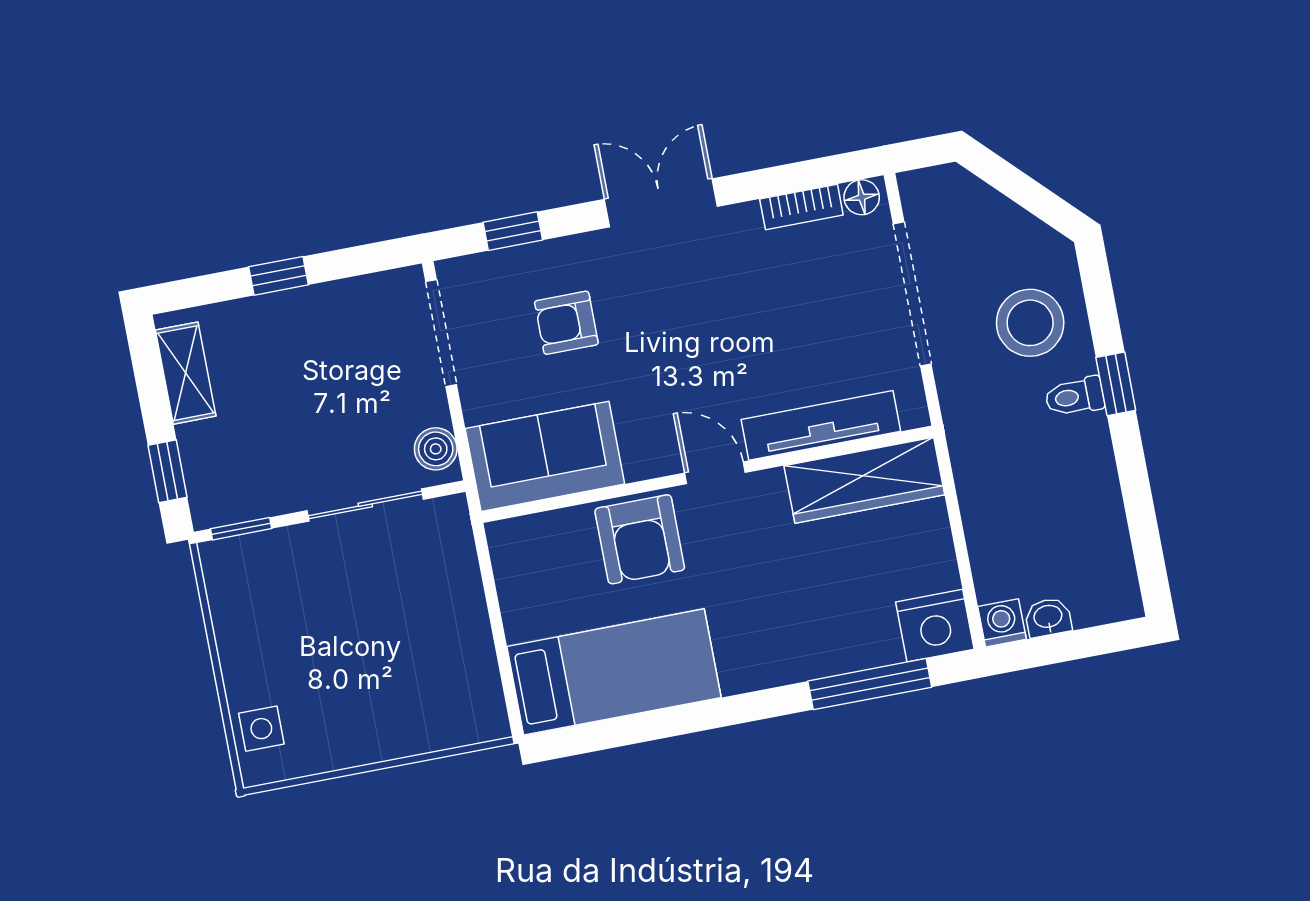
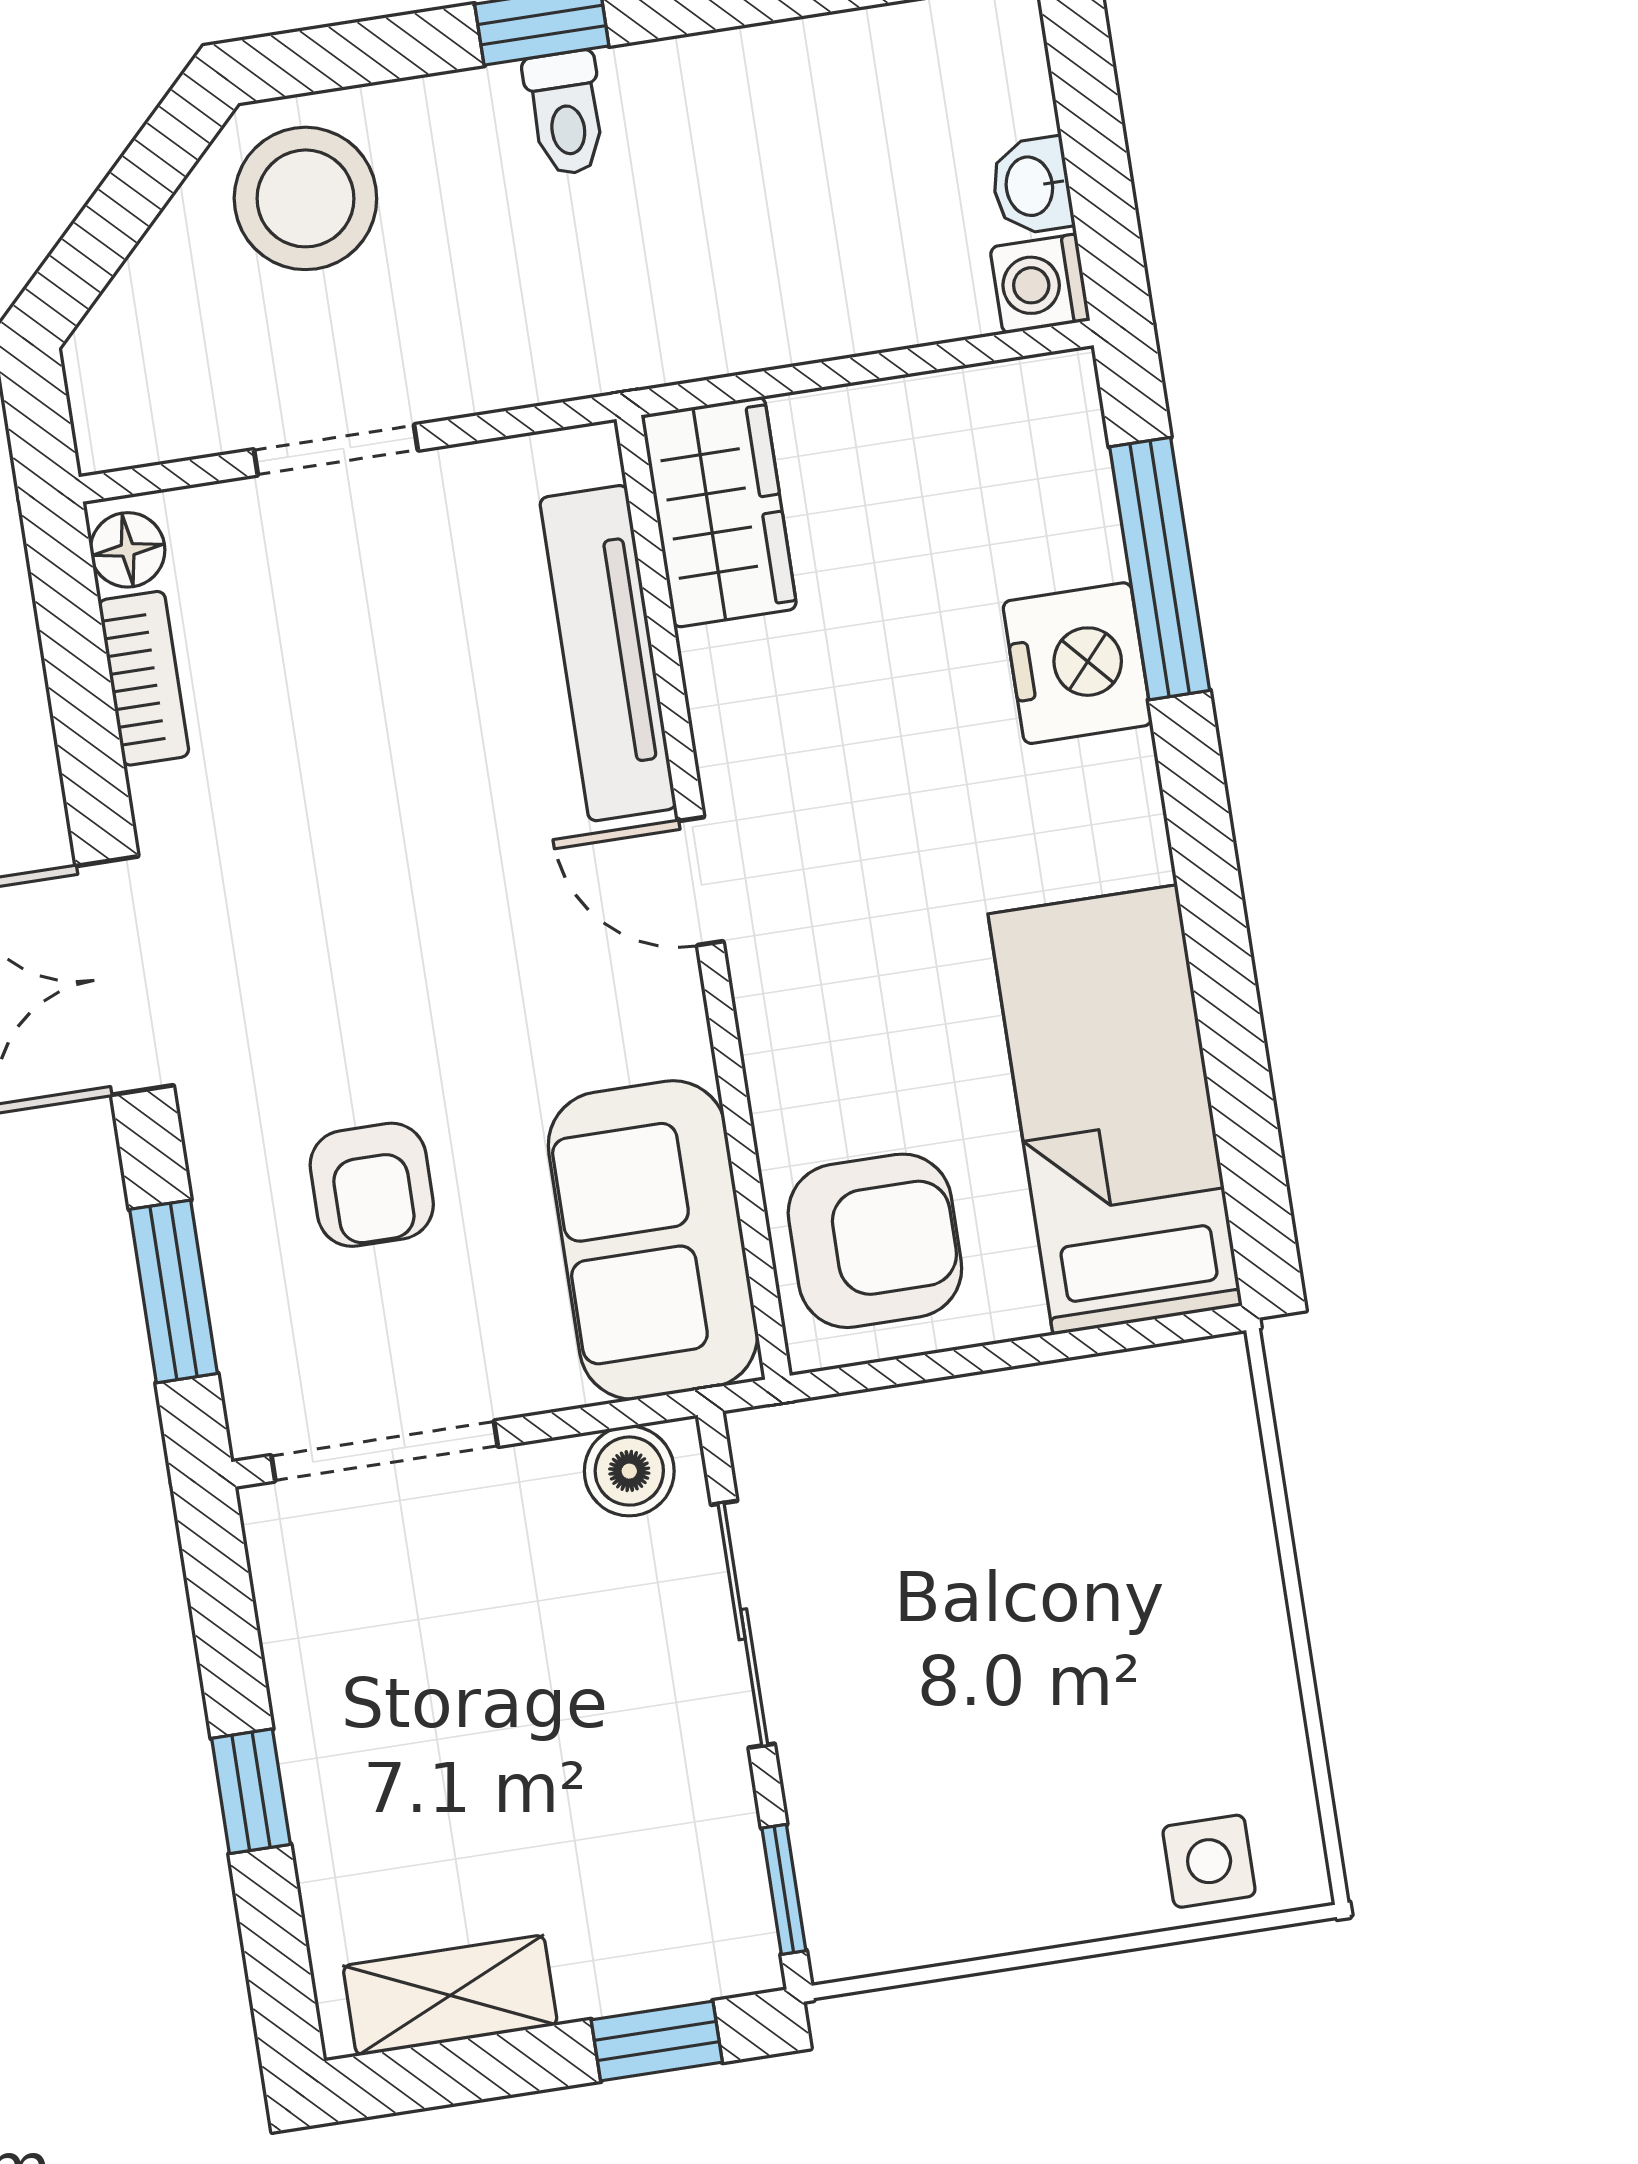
window: (513, 231) -> (174, 1291), width x1.50
doorway: (912, 294) -> (336, 450), width x0.53
stool: (1030, 323) -> (305, 198), moved
door: (715, 473) -> (701, 881), hinge flipped
wardrobe: (864, 480) -> (719, 512), width x0.67
armchair: (640, 539) -> (875, 1241), moved
nightstand: (935, 626) -> (1077, 663), moved

